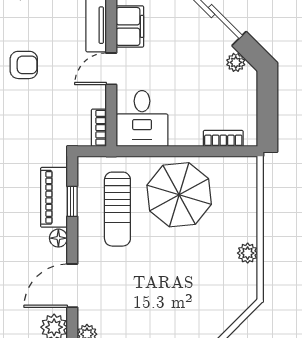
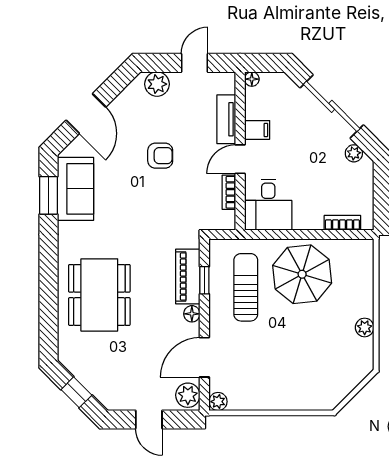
filing cabinet: (130, 26) -> (257, 130), width x0.50
bookcase: (99, 128) -> (229, 192), moved
sun lounger: (117, 209) -> (246, 287), turned 180

